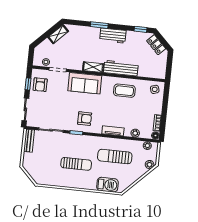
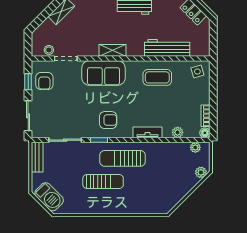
workbench: (121, 68) -> (167, 48), moved
sun lounger: (115, 157) -> (123, 158), moved
barbecue: (107, 185) -> (49, 197), moved, turned 45

